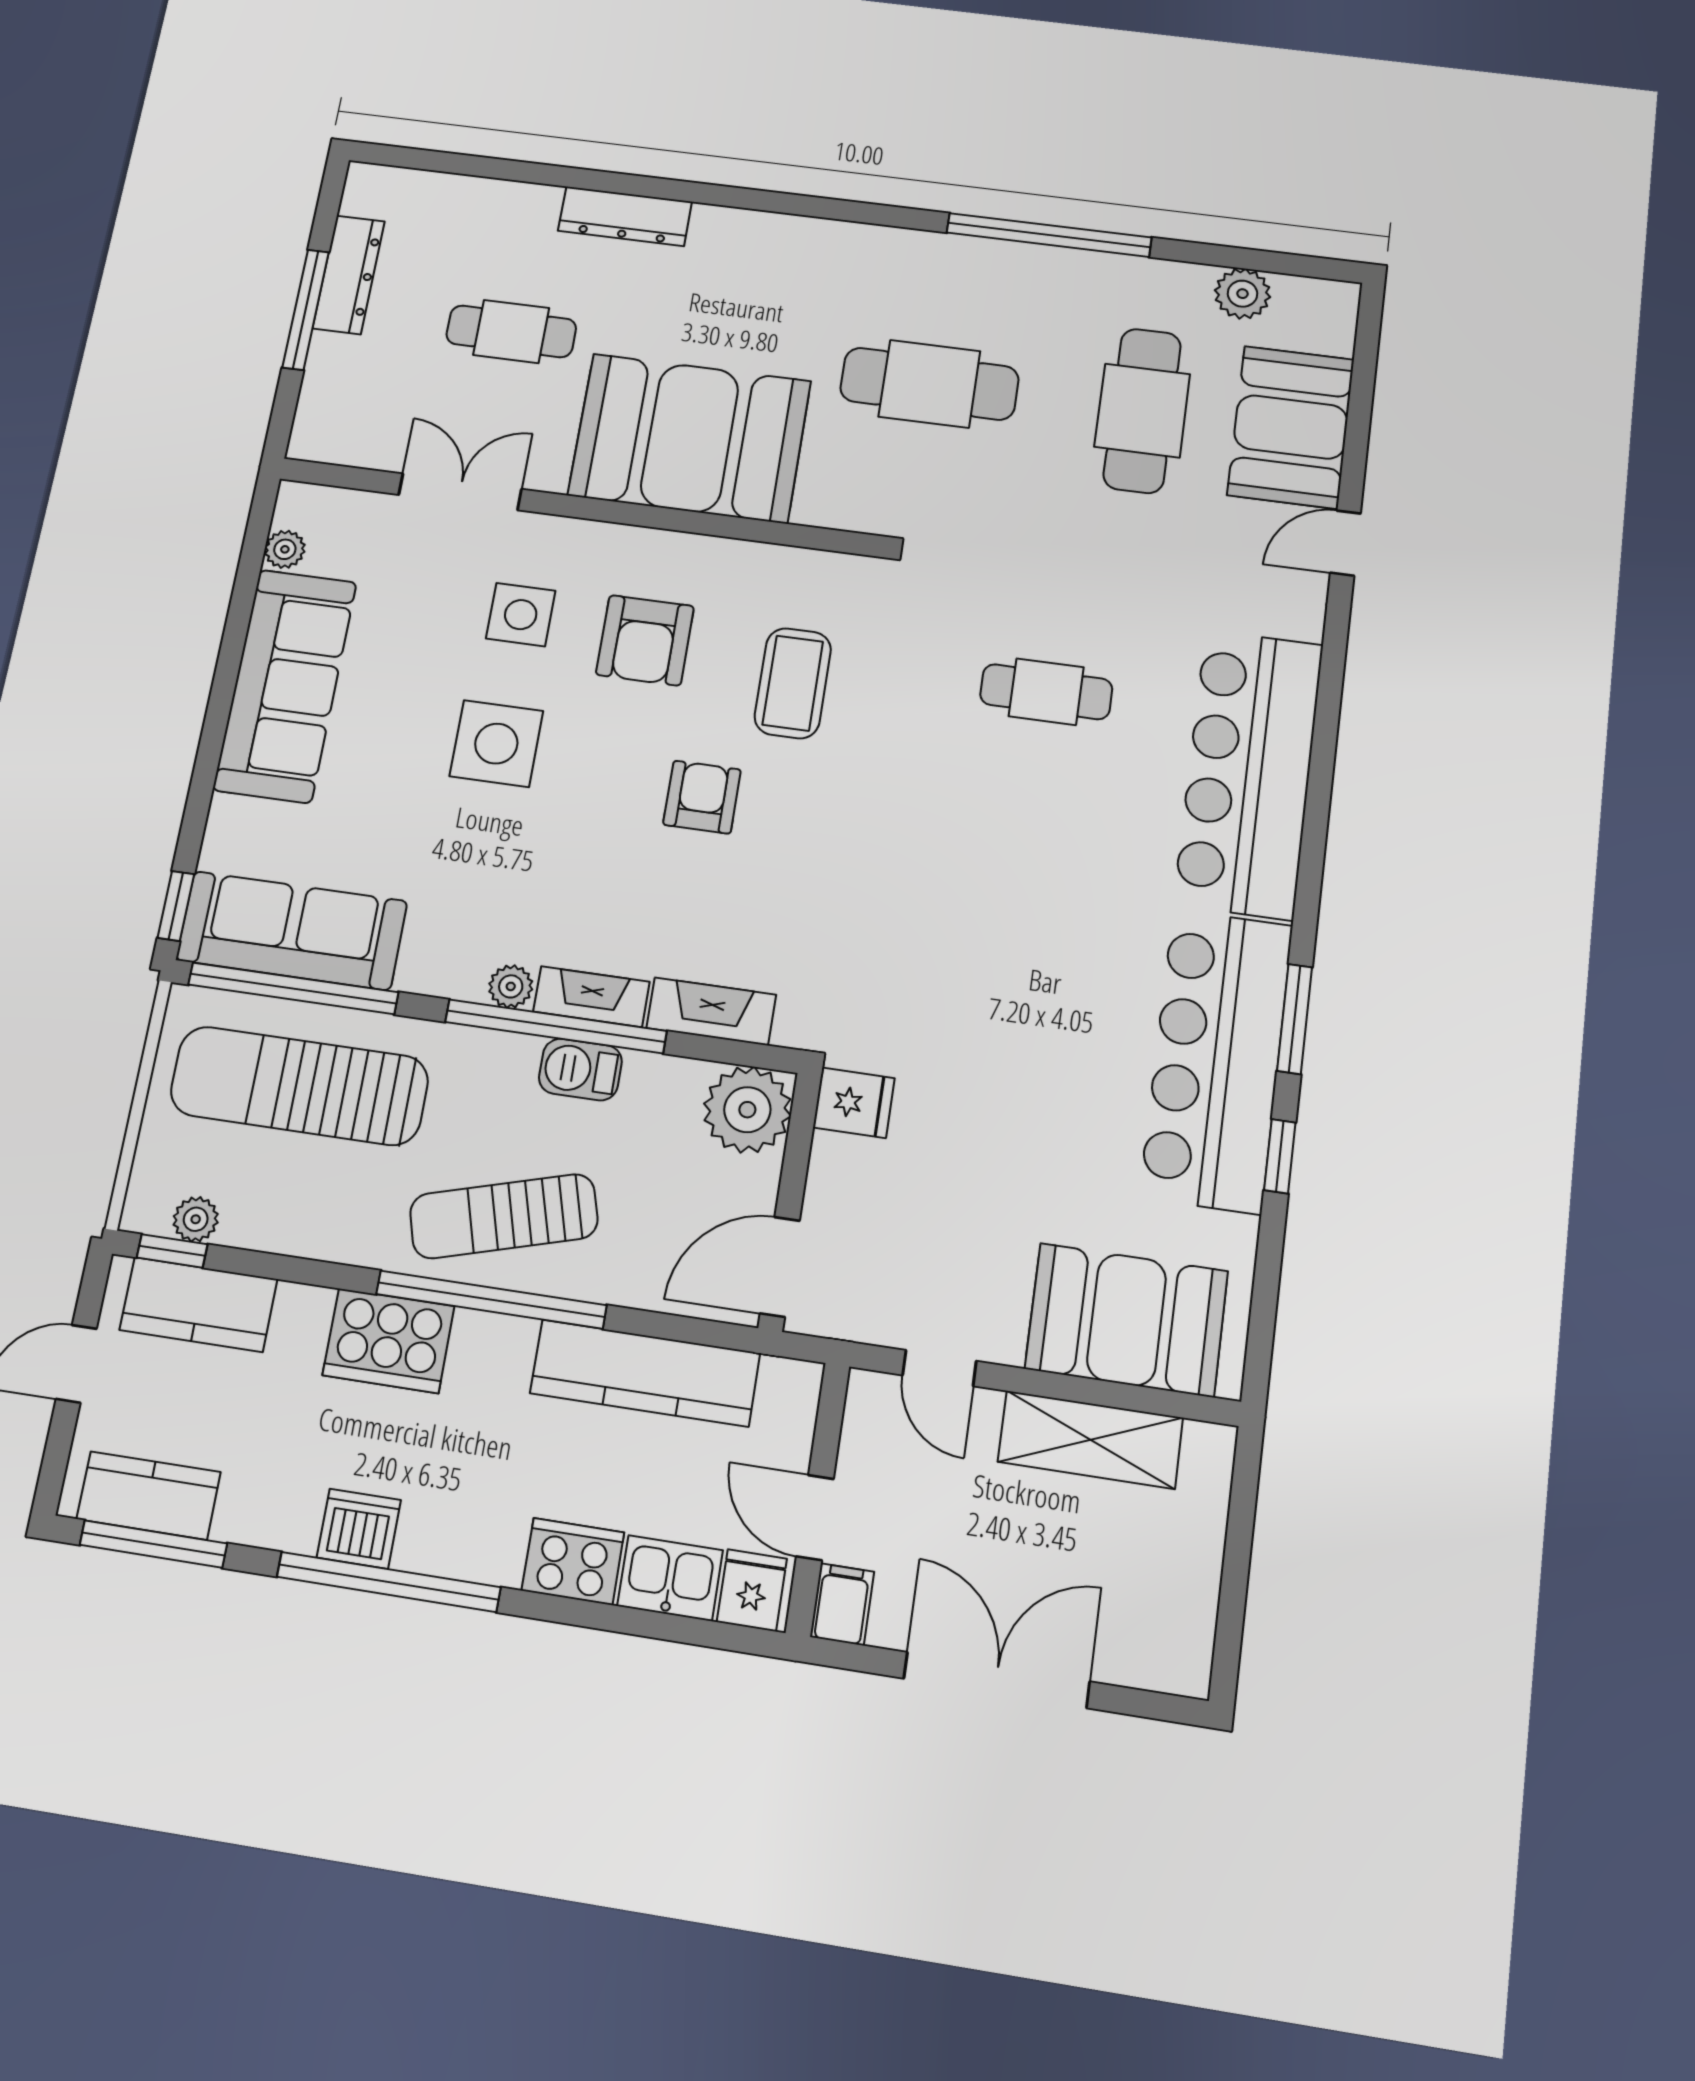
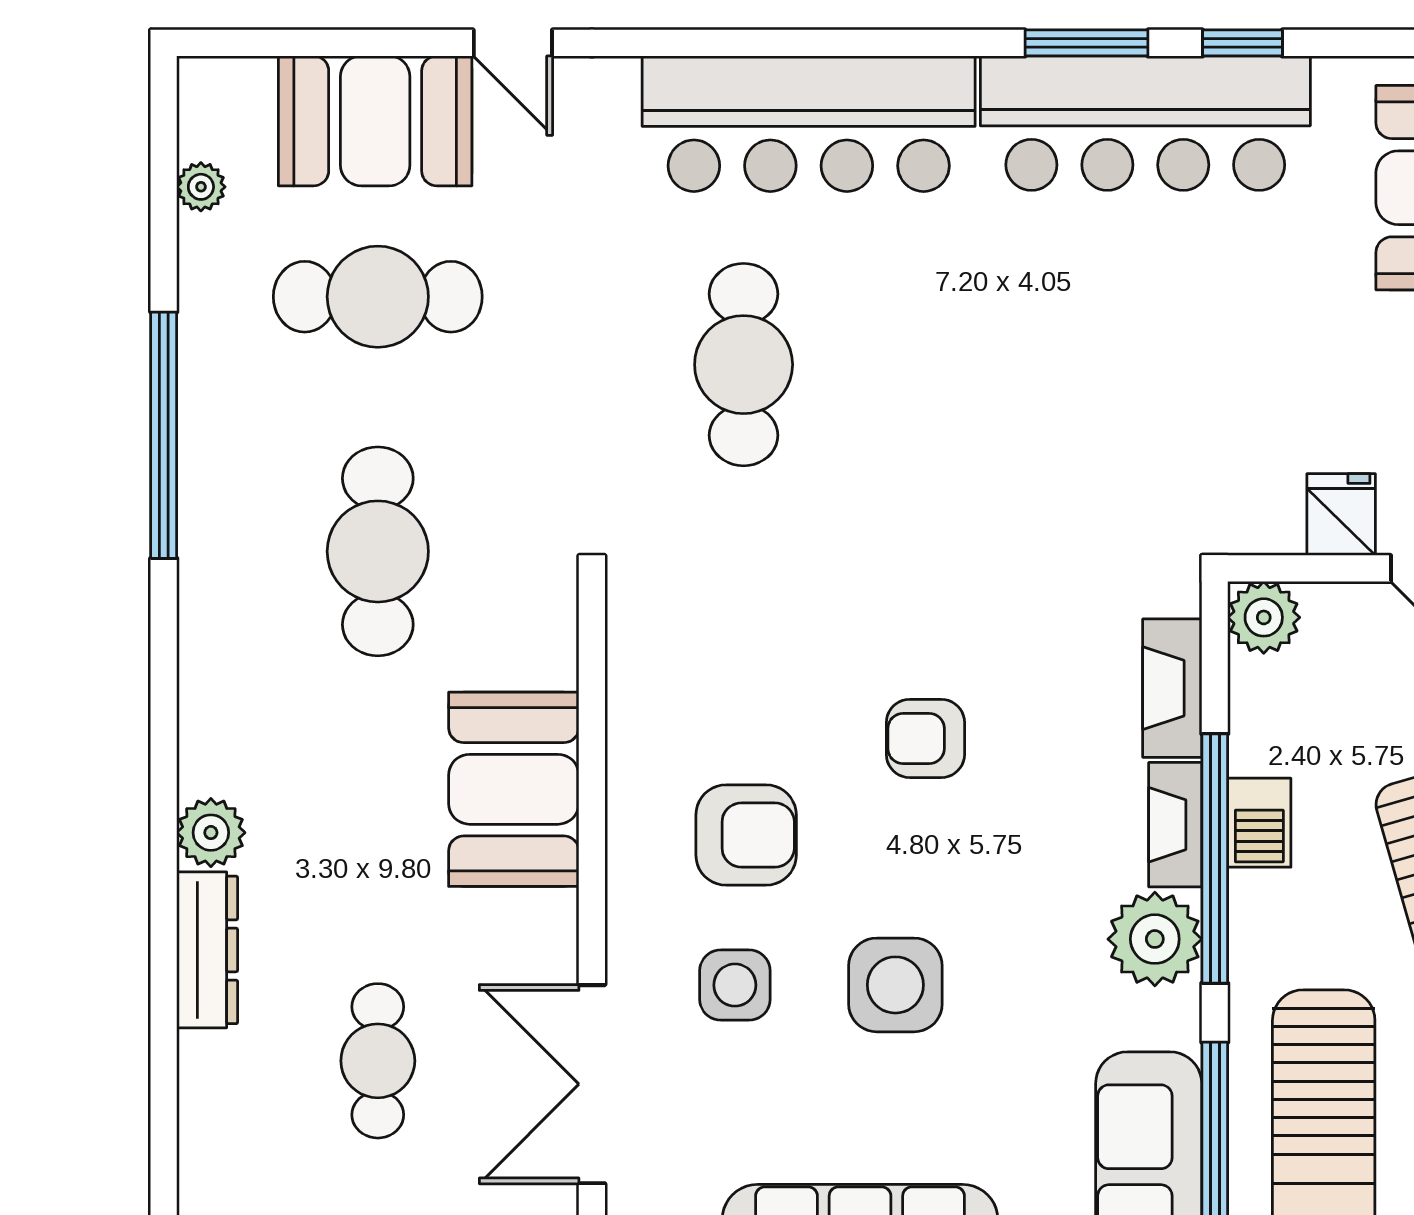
plant: (719, 231) -> (211, 833), added
plant: (1242, 294) -> (201, 187), width x0.73, depth x0.73
booth: (690, 438) -> (514, 789), width x0.73, depth x0.70
double door: (460, 492) -> (592, 1084), width x1.37
coffee table: (793, 683) -> (774, 656), removed
cafe table: (1046, 692) -> (744, 365), width x1.37, depth x1.35
plant: (511, 986) -> (1155, 939), width x1.88, depth x1.88
fridge: (854, 1103) -> (1341, 515), moved
plant: (747, 1110) -> (1264, 617), width x0.73, depth x0.73

